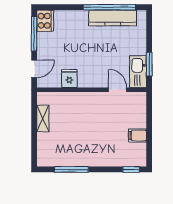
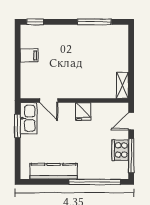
window: (109, 7) -> (95, 182), moved
cooker: (45, 21) -> (120, 150), moved
fridge: (69, 79) -> (83, 112), moved
shelving: (43, 118) -> (122, 85), moved

